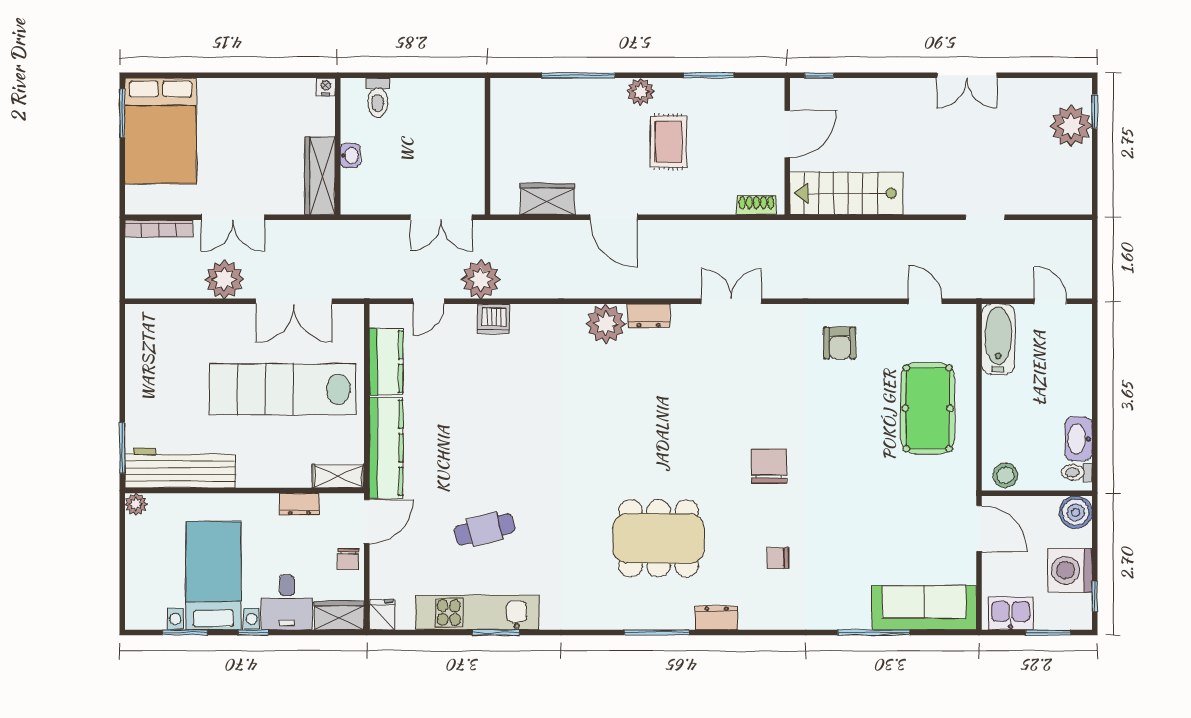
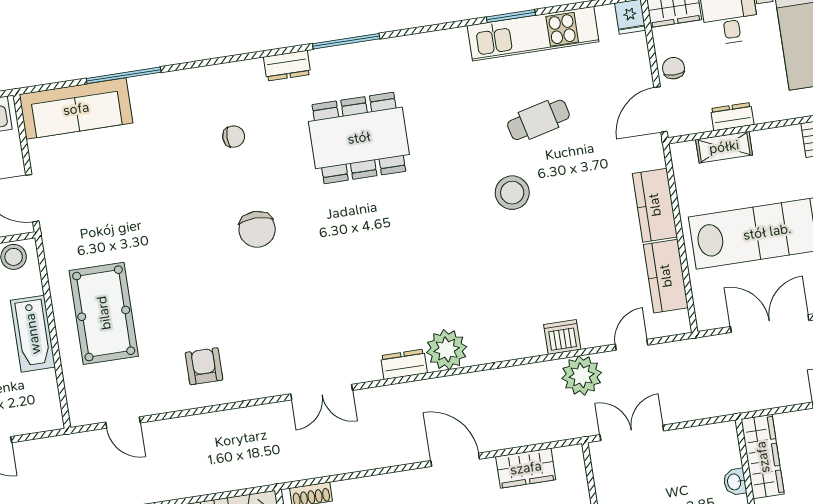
bathtub: (998, 339) -> (33, 334), moved
kitchen counter: (386, 448) -> (655, 205), width x0.67
stool: (520, 464) -> (512, 193), added
shelving: (338, 476) -> (724, 147), moved

